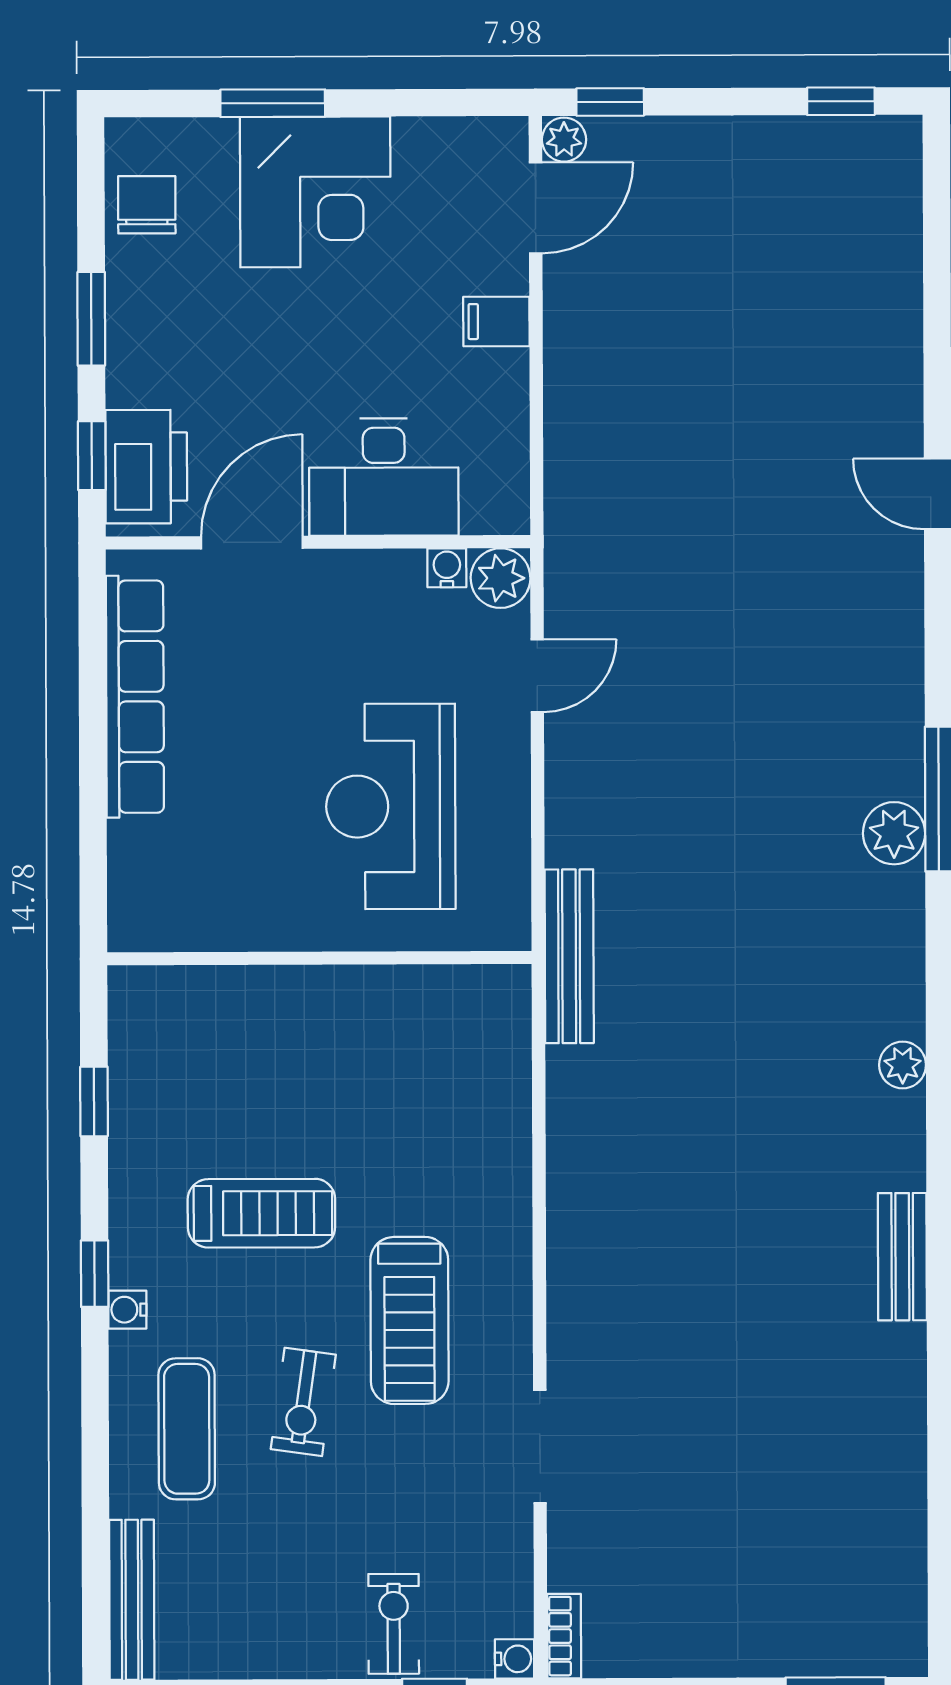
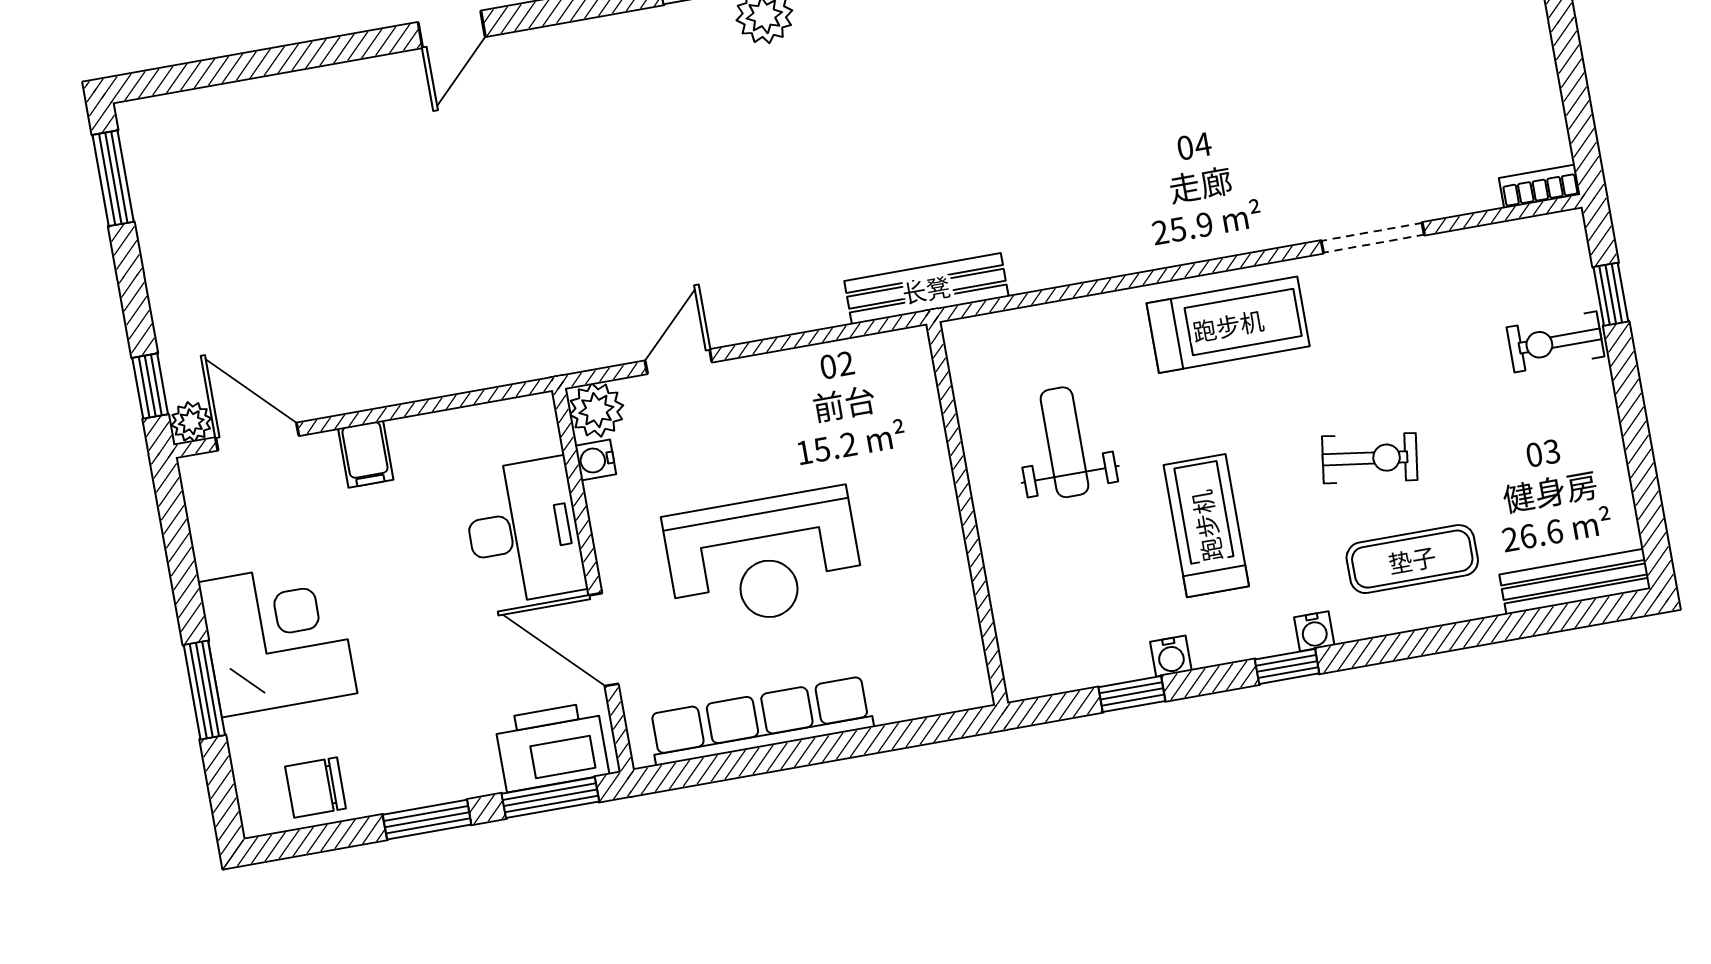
window: (841, 101) -> (113, 178), width x1.50
window: (92, 456) -> (550, 798), width x1.50
door: (537, 676) -> (679, 362), hinge flipped
reception desk: (391, 806) -> (764, 559), moved
weight bench: (378, 1076) -> (1064, 442), added
treadmill: (409, 1320) -> (1228, 325), moved
water cooler: (515, 1659) -> (1171, 656), moved, turned 180

